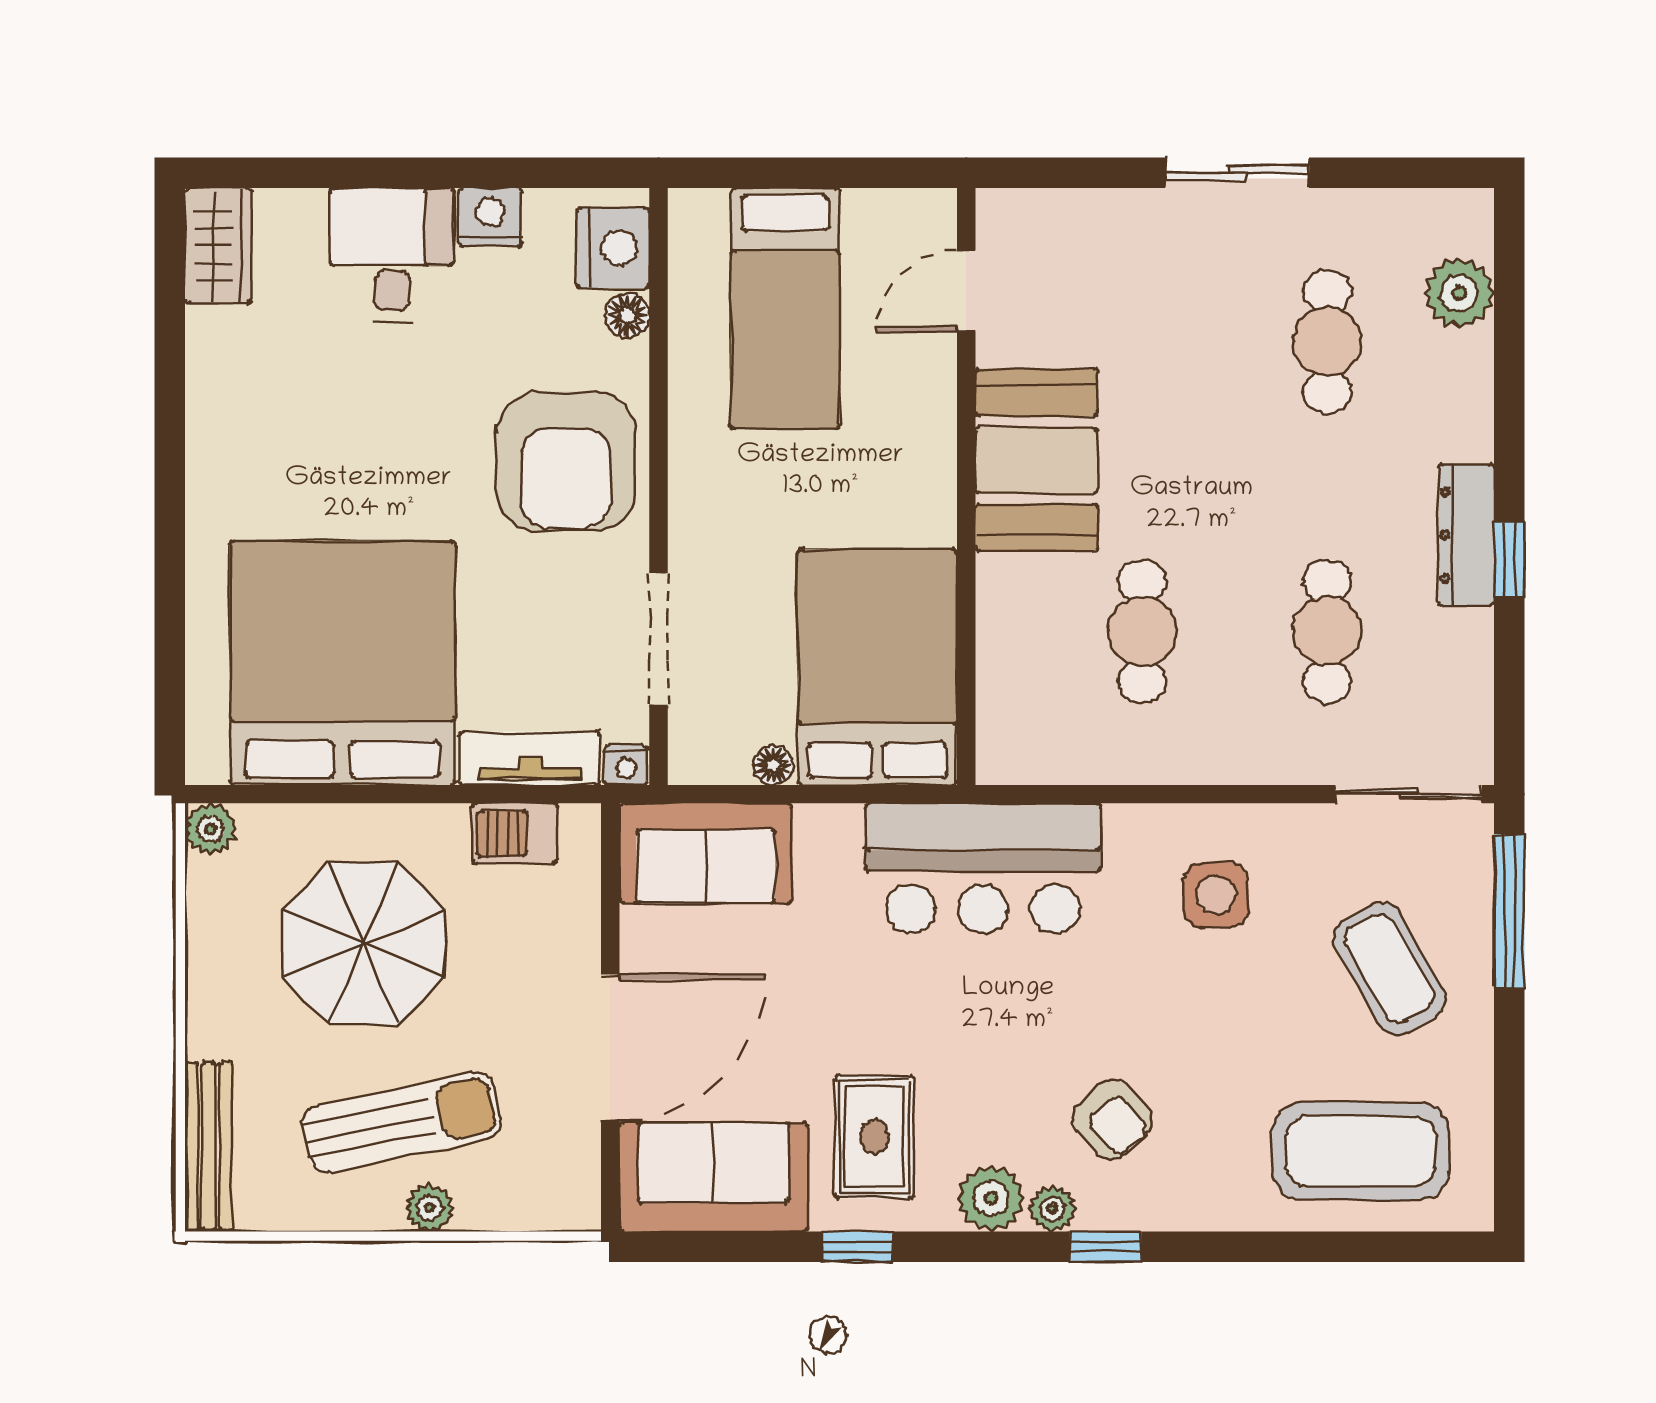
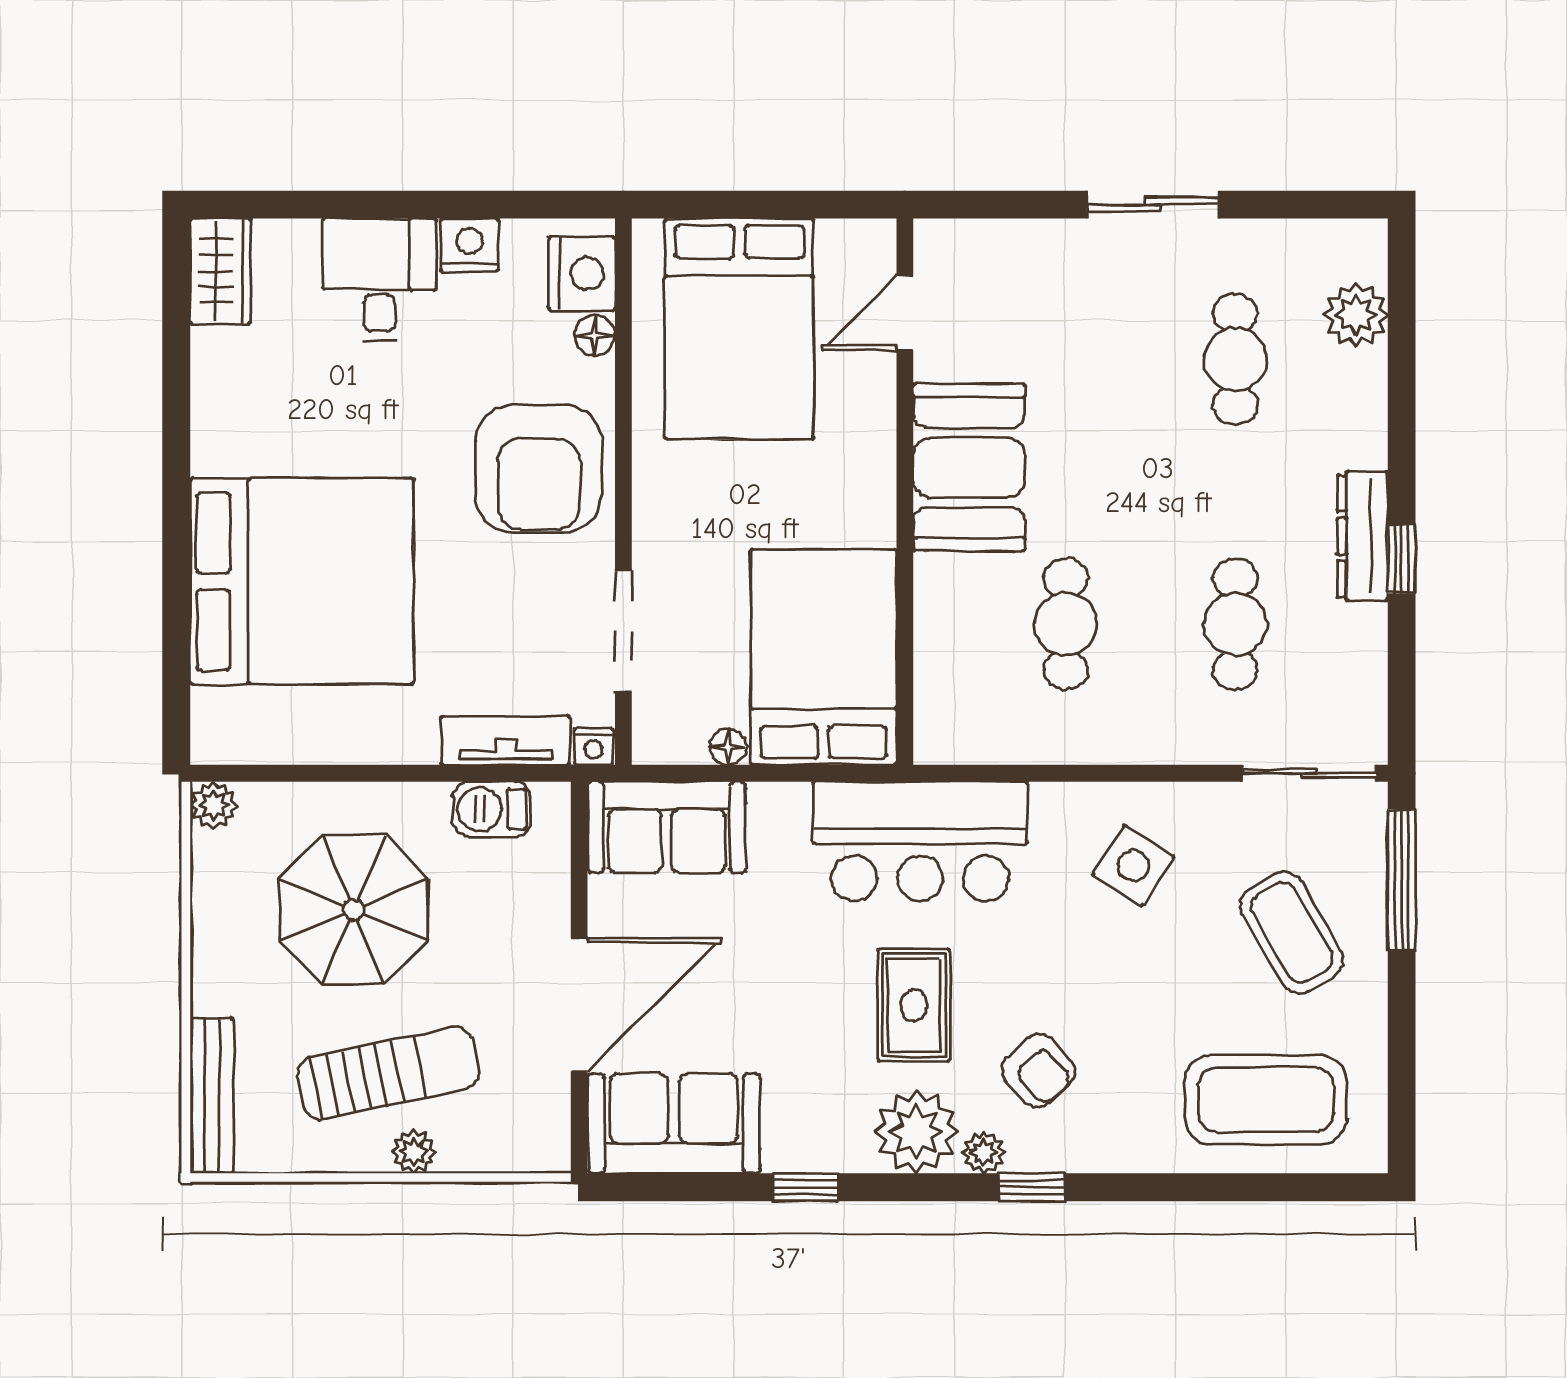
bed: (785, 308) -> (739, 329), width x1.50
bed: (342, 663) -> (302, 581), moved, turned 90
side table: (1216, 895) -> (1133, 865), turned 34
rug: (874, 1137) -> (914, 1005), moved
plant: (991, 1198) -> (916, 1132), width x1.36, depth x1.36

